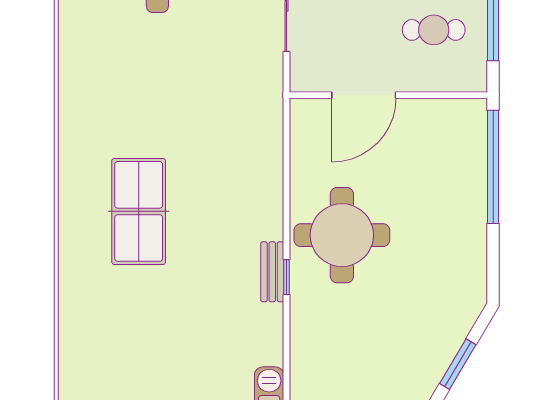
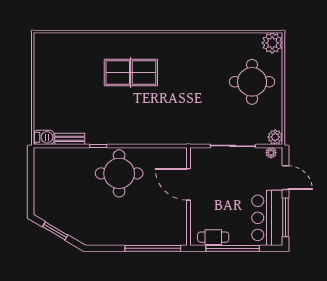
cafe table: (434, 30) -> (213, 237), moved, turned 90
bench: (272, 272) -> (70, 139), moved

